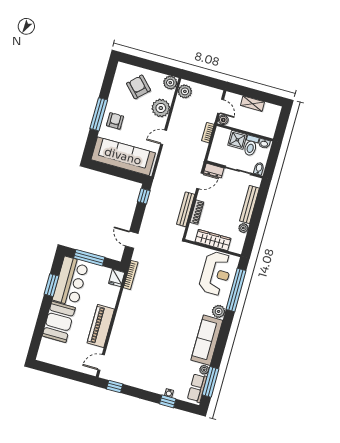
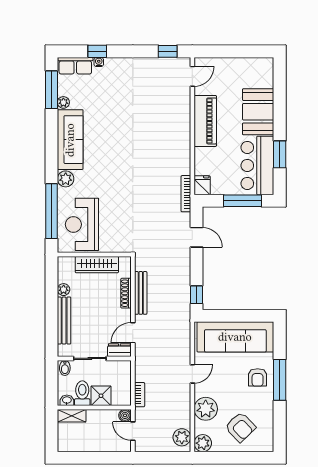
shelving: (253, 104) -> (72, 416), moved
row of seats: (197, 388) -> (75, 66), moved, turned 90

